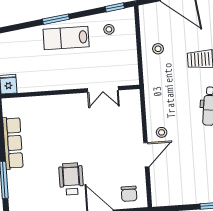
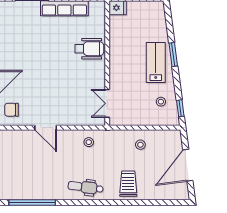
double door: (103, 89) -> (107, 103), moved
stool: (162, 132) -> (89, 142), moved
wheelchair: (71, 179) -> (89, 49), moved

